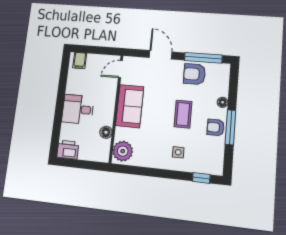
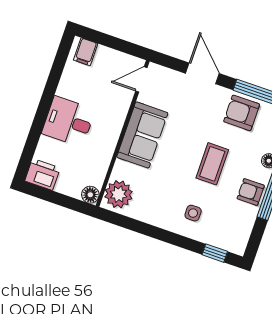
floor lamp: (106, 132) -> (90, 195), moved

